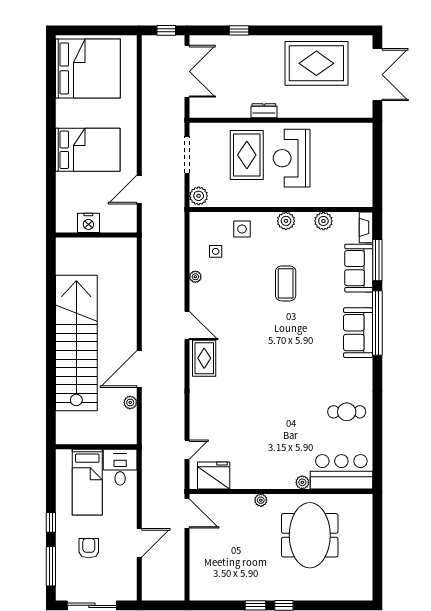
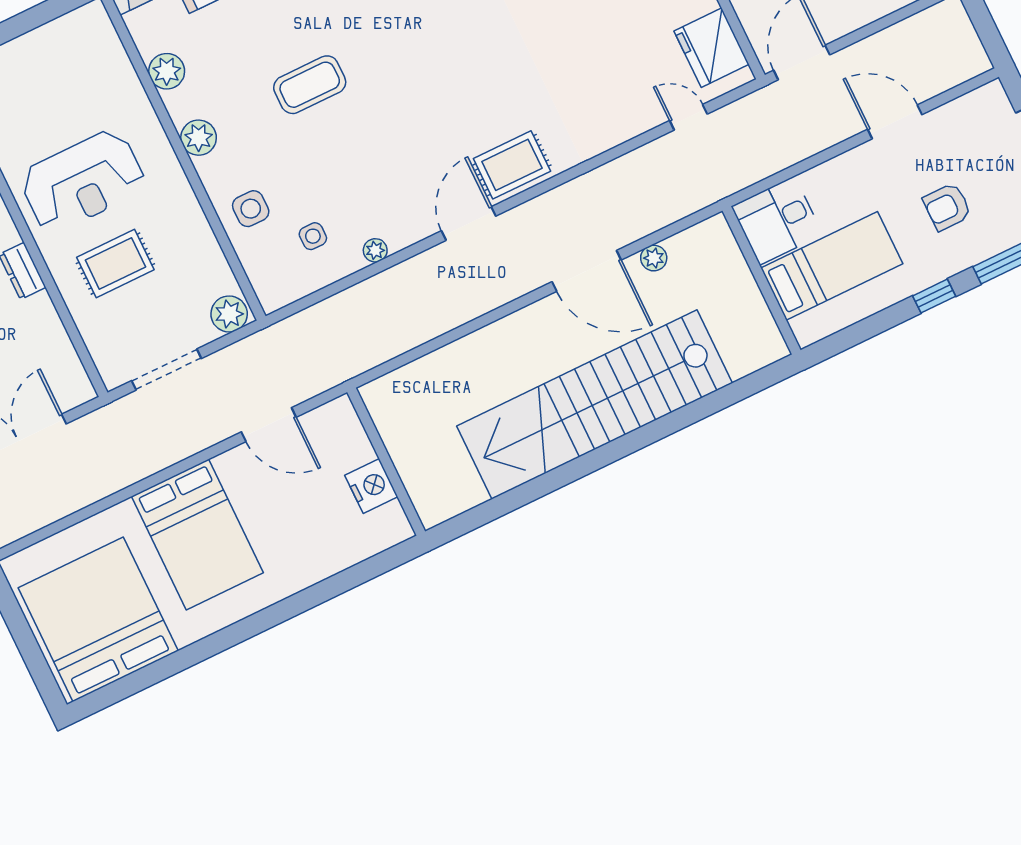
bed: (88, 150) -> (197, 535), moved, turned 180
rug: (247, 155) -> (115, 263), width x0.73, depth x0.70

